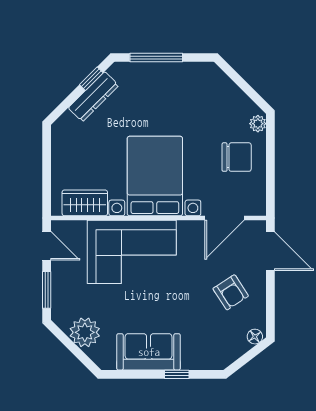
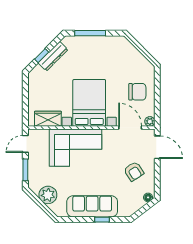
window: (91, 79) -> (42, 56), moved
plant: (258, 124) -> (150, 121), moved
door: (224, 218) -> (130, 128), swing flipped
door: (47, 246) -> (25, 144), swing flipped
sofa: (149, 352) -> (92, 206), width x1.36

